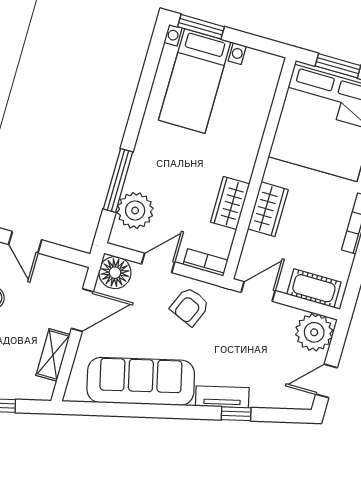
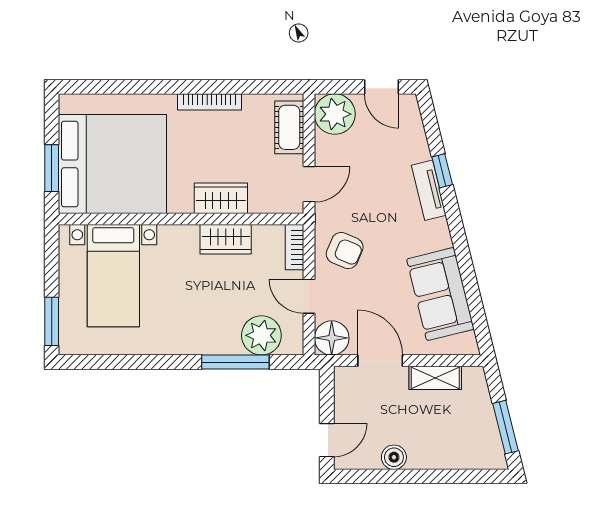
bed with nightstands: (195, 81) -> (113, 276), moved, turned 90
door: (258, 291) -> (309, 184), swing flipped
sofa: (141, 381) -> (440, 294), width x0.73

